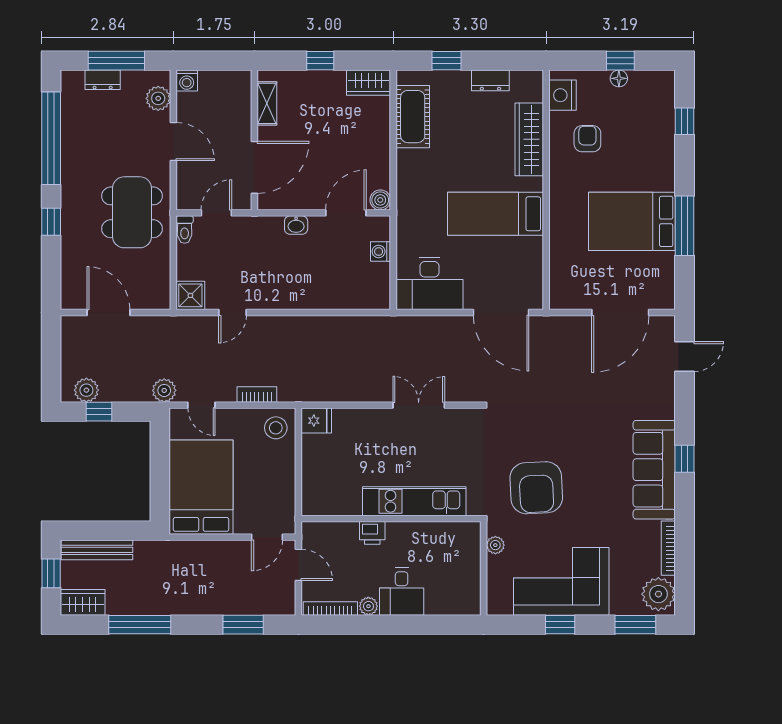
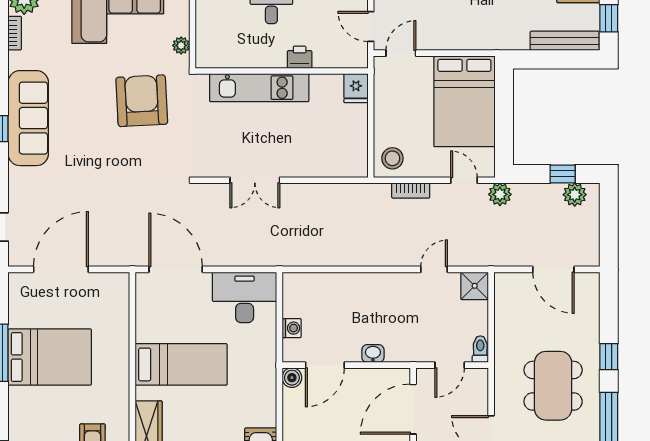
dining table: (132, 212) -> (553, 386), moved
fridge: (316, 421) -> (356, 88), moved, turned -90
bookcase: (668, 548) -> (15, 33), width x0.64

